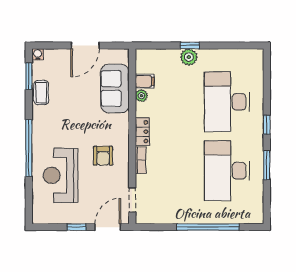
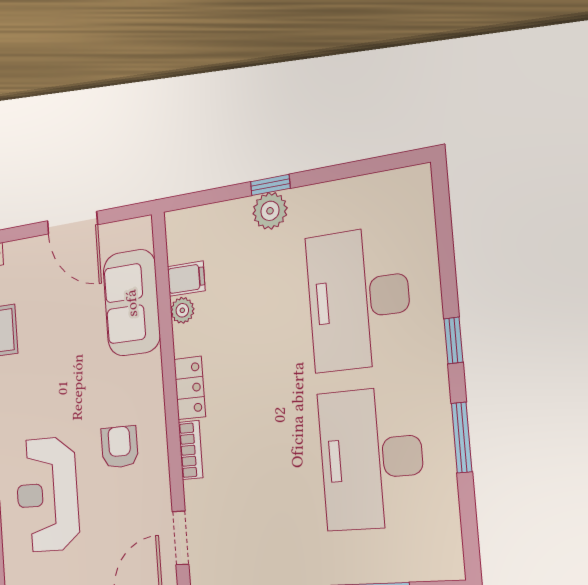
door: (85, 46) -> (72, 223), hinge flipped
armchair: (103, 156) -> (120, 447), turned 180

